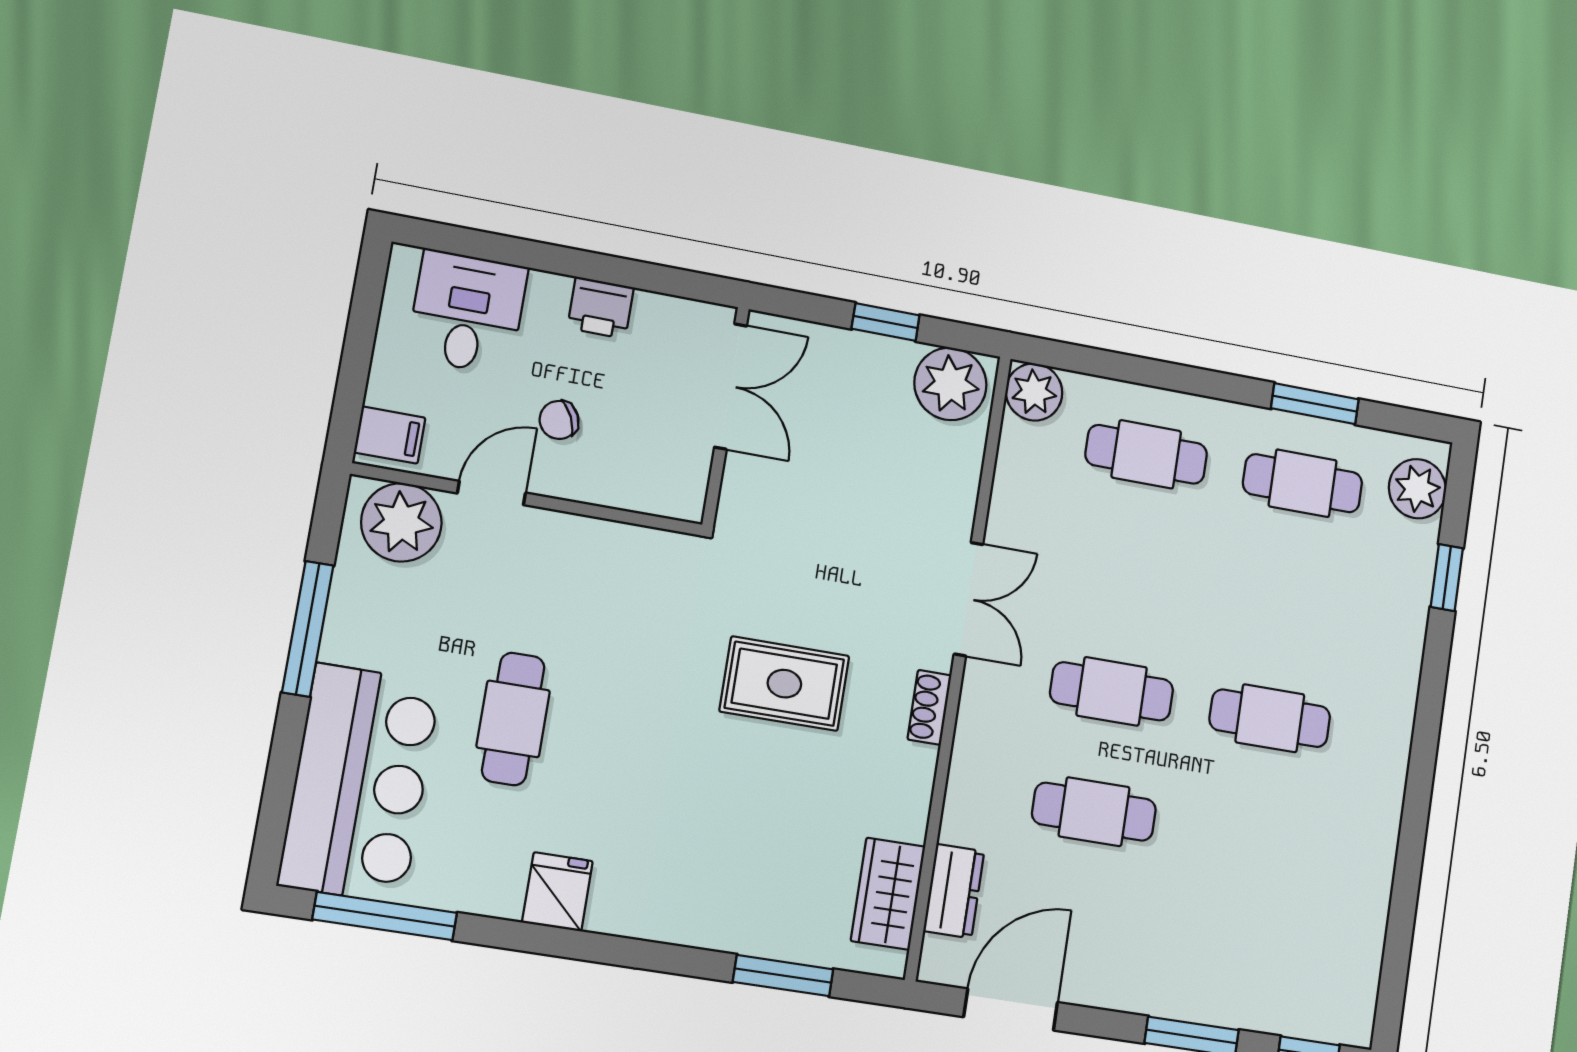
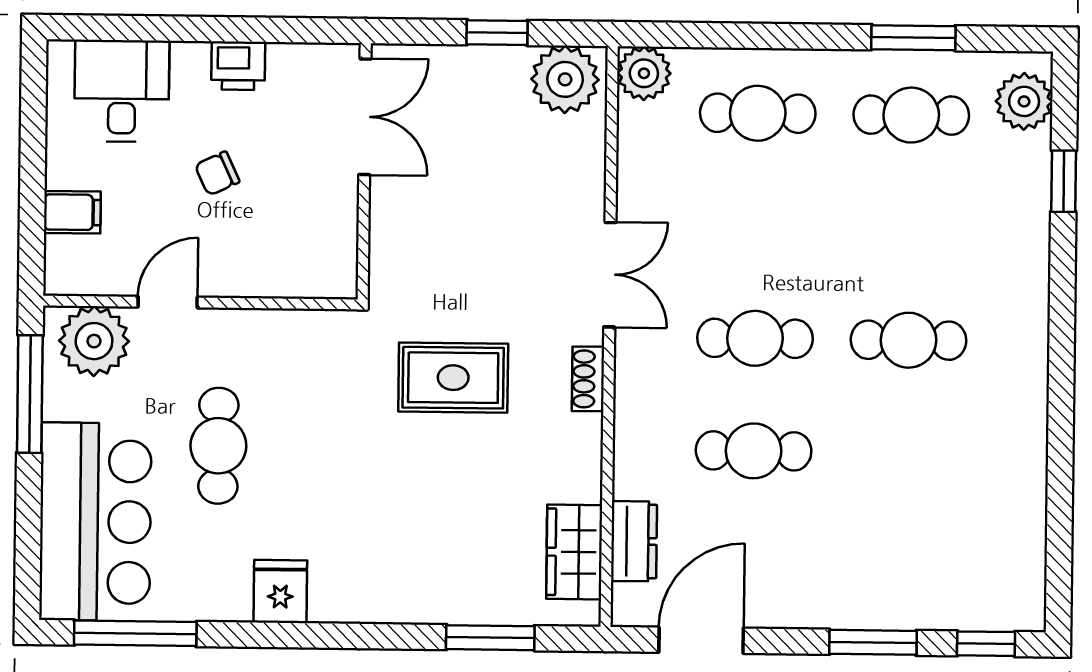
door: (491, 493) -> (168, 302), moved
wall: (528, 499) -> (200, 302), moved
plant: (401, 522) -> (94, 341), moved

